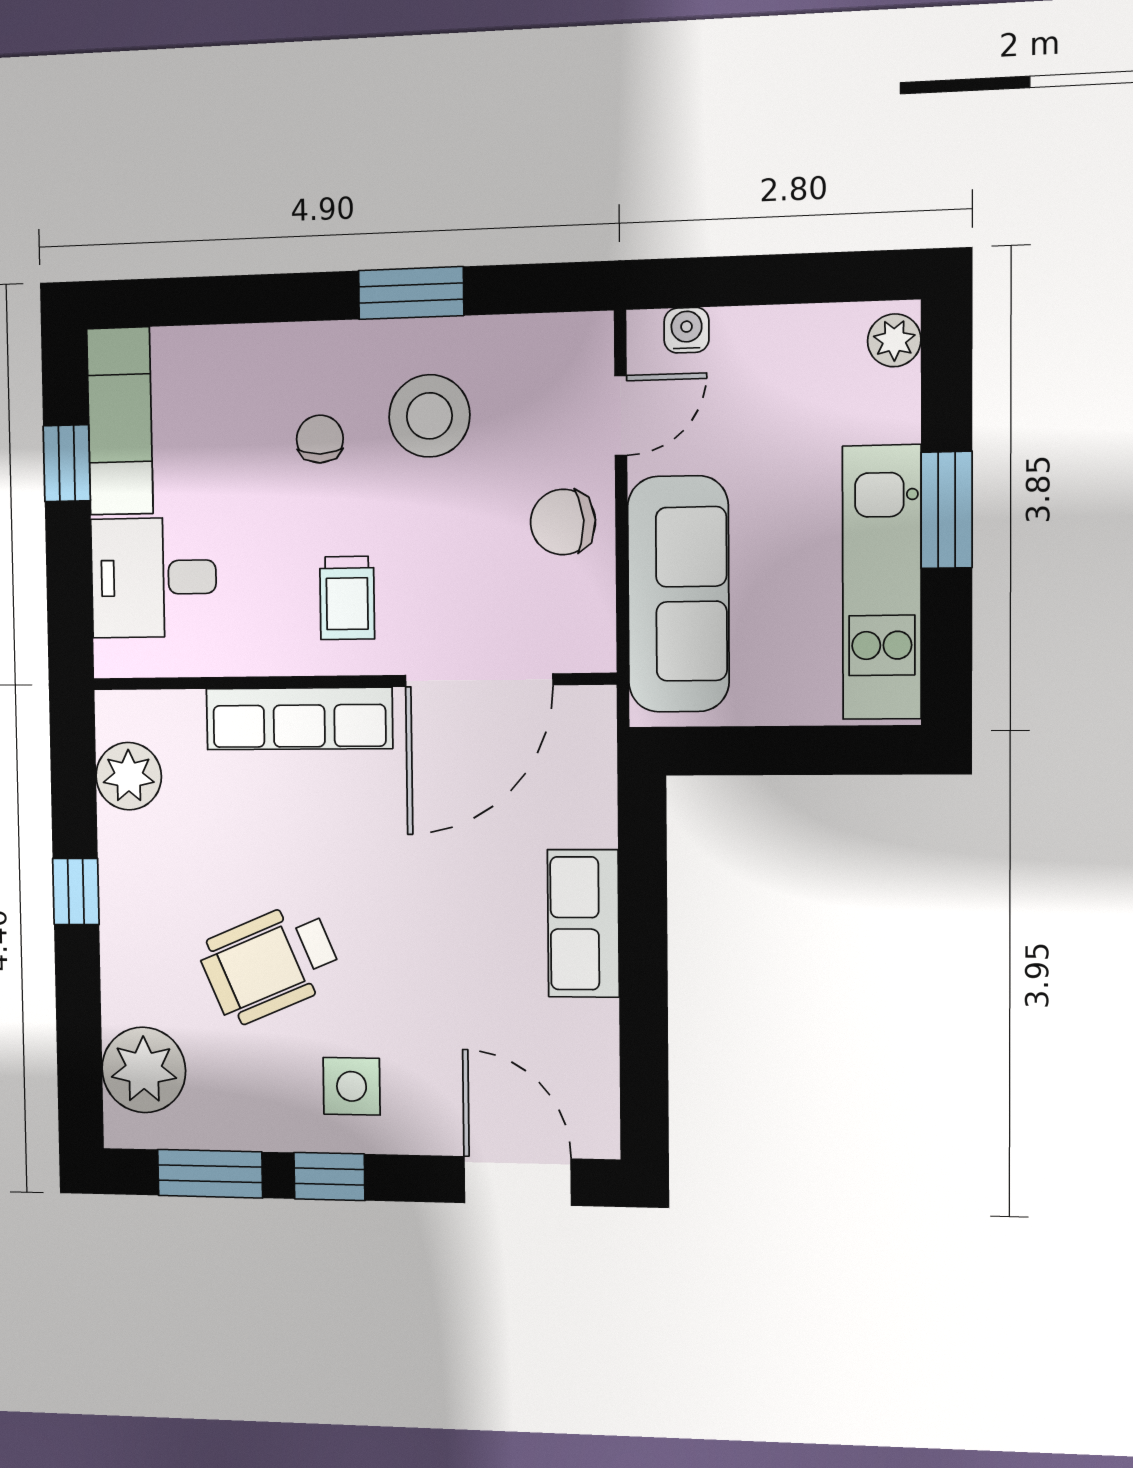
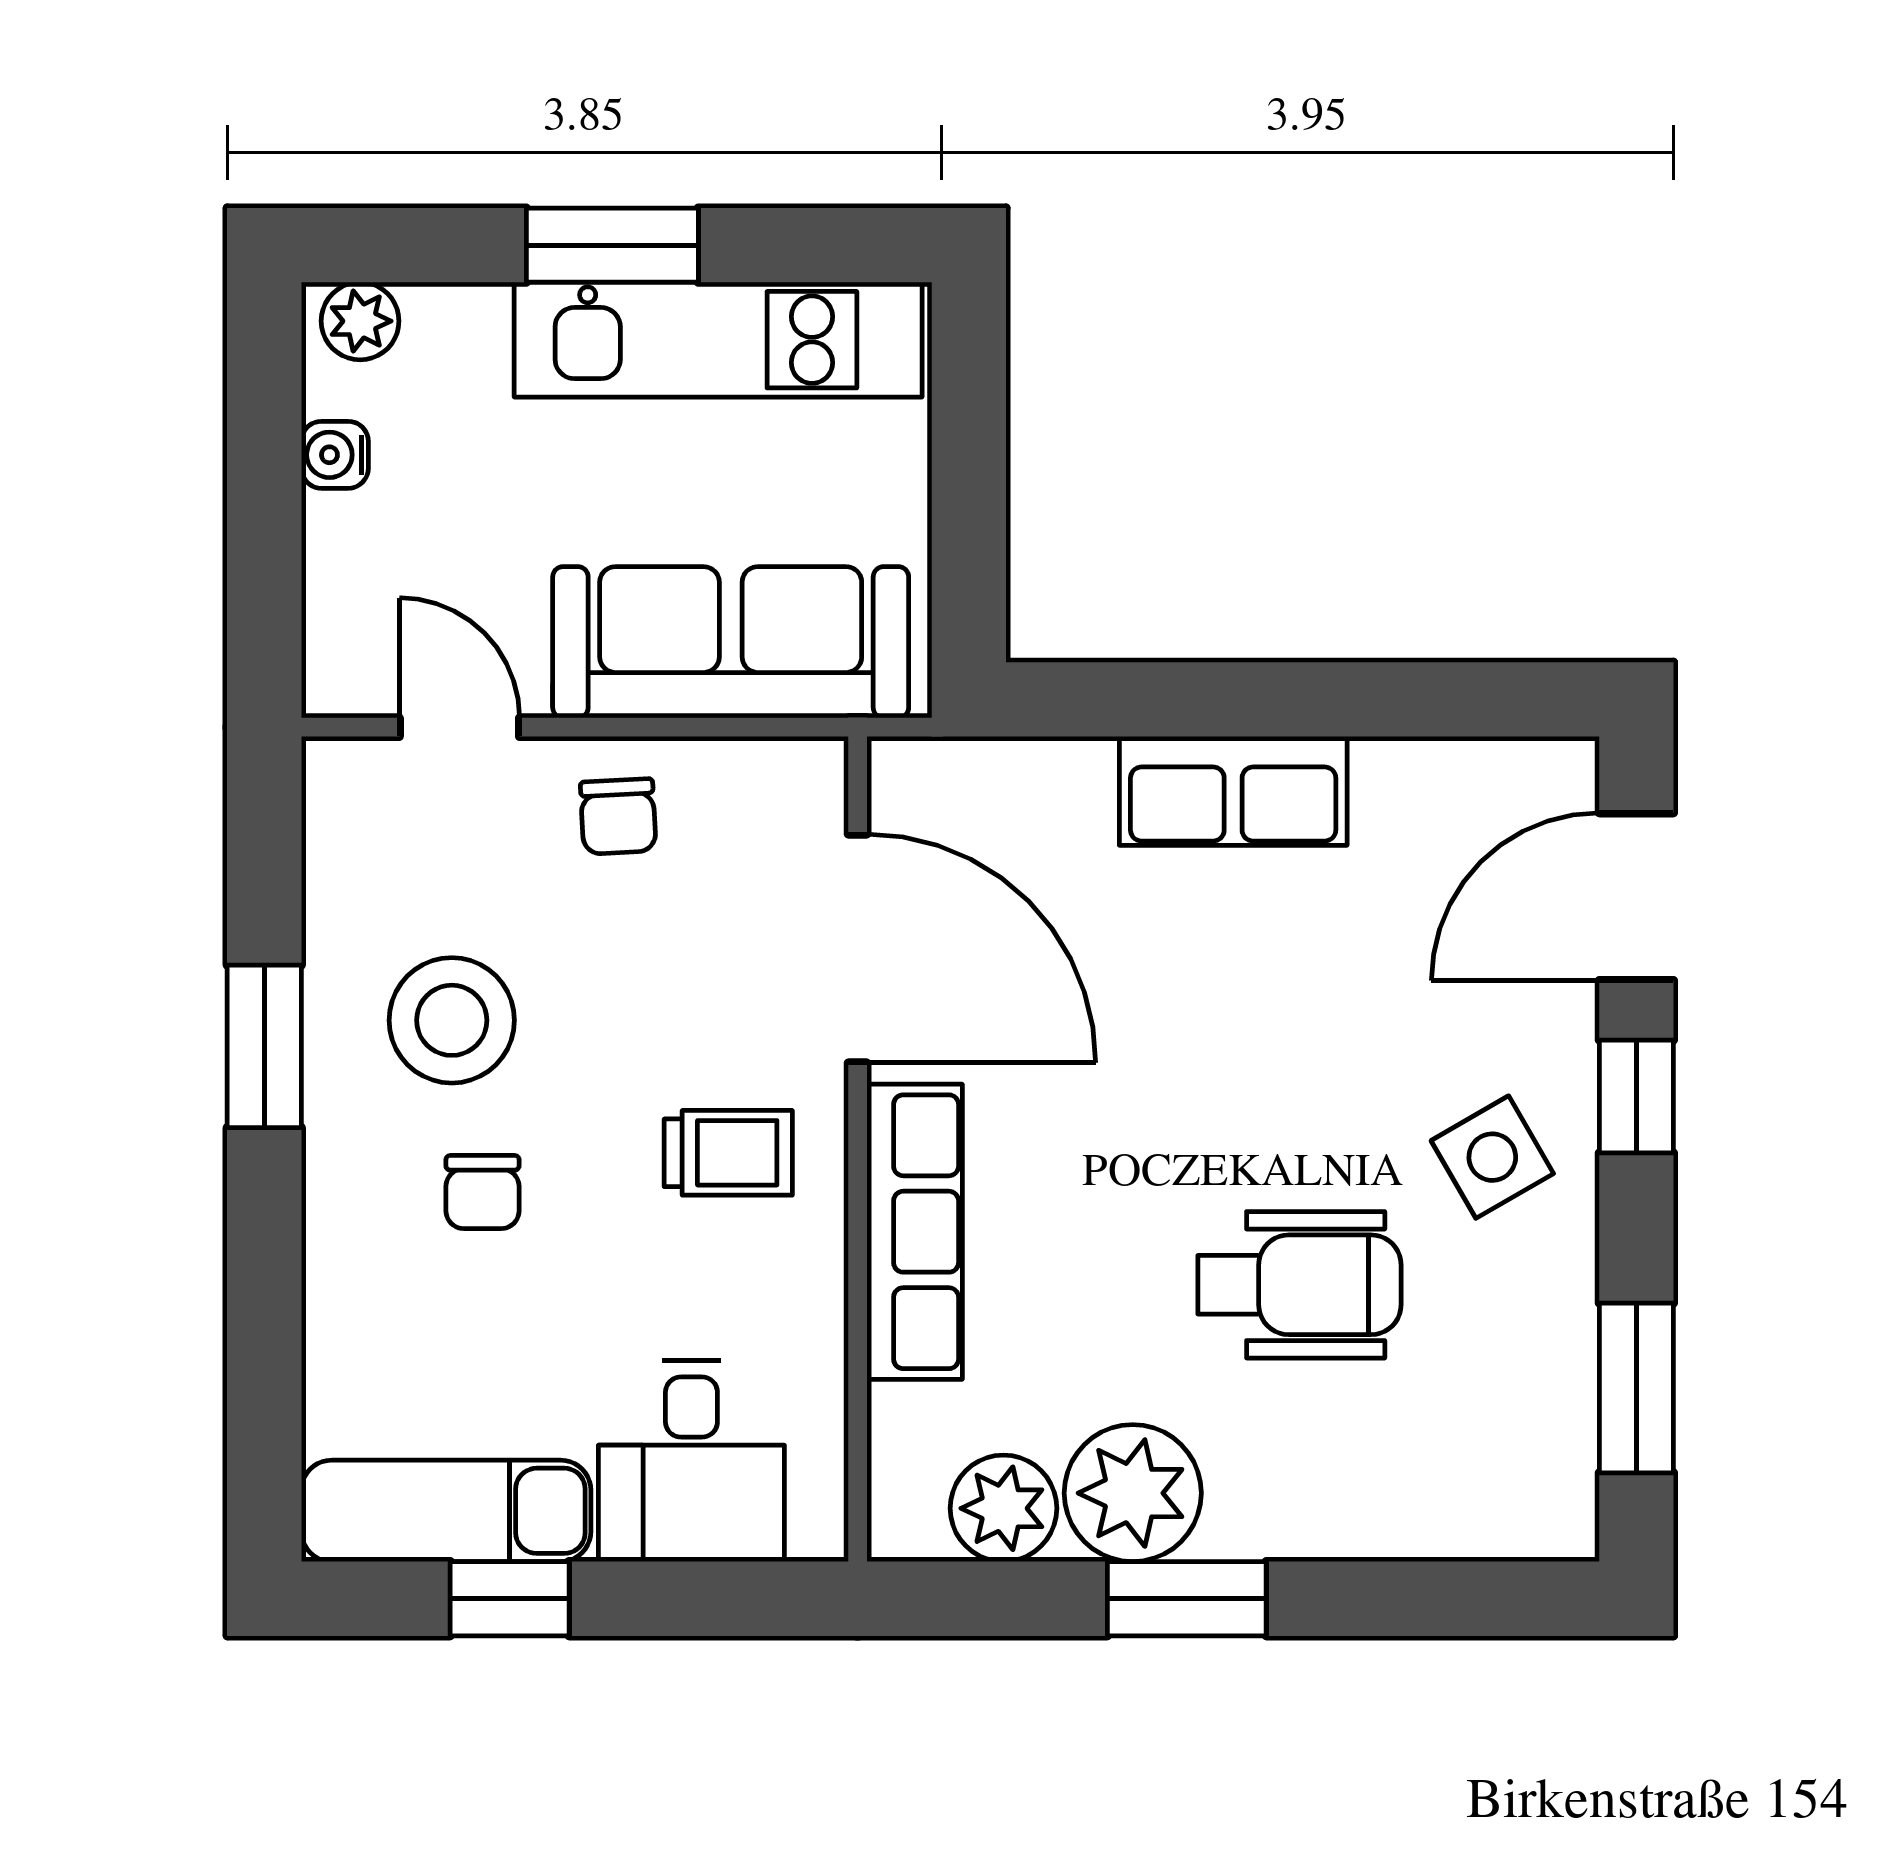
water cooler: (687, 330) -> (335, 455), moved
chair: (320, 439) -> (482, 1192), turned -90
chair: (563, 522) -> (618, 816), width x0.73, depth x0.73
window: (76, 891) -> (1187, 1599), width x1.50
wheelchair: (270, 963) -> (1299, 1285), turned -67
plant: (144, 1070) -> (1133, 1493), moved
side table: (352, 1086) -> (1492, 1157), turned -30
window: (329, 1177) -> (1636, 1096), moved

